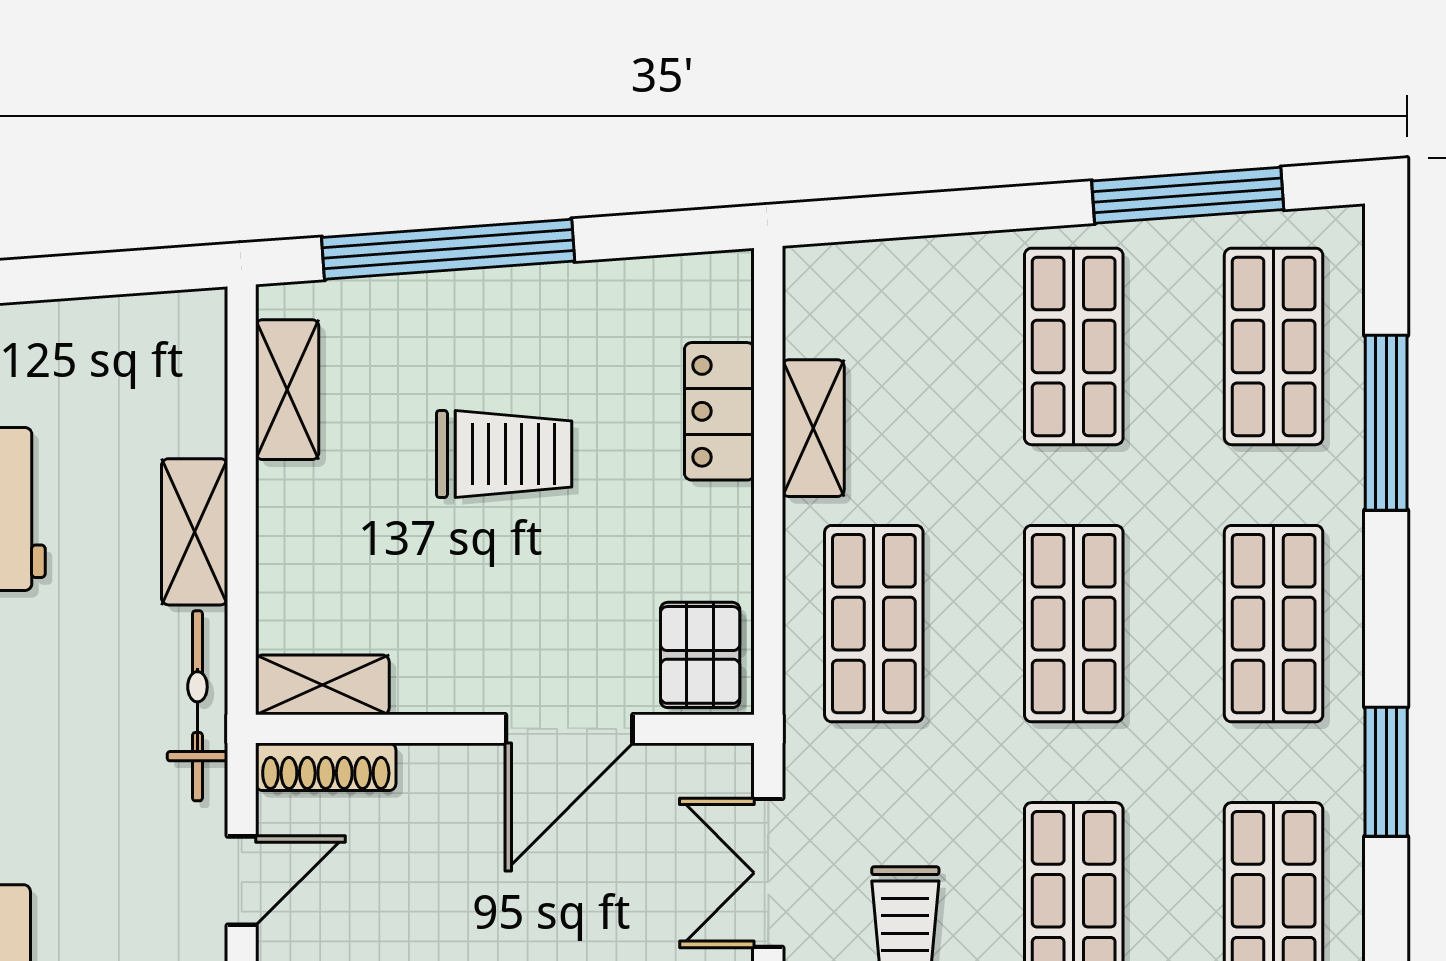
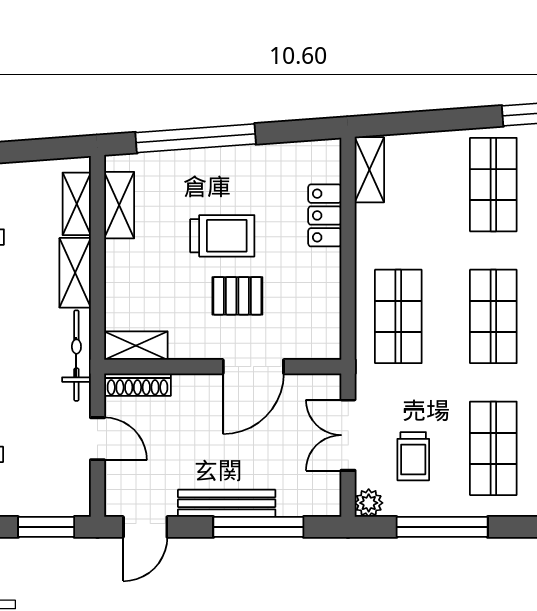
shelving: (198, 387) -> (77, 204), added
shelving: (813, 428) -> (369, 170), moved
pallet: (700, 655) -> (237, 296), moved, turned 90
door: (242, 881) -> (97, 439), hinge flipped

